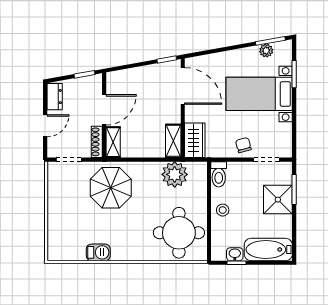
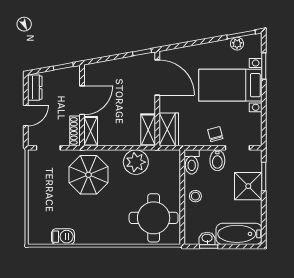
bidet: (246, 173) -> (217, 160), added
plant: (175, 174) -> (136, 162), moved
barbecue: (98, 252) -> (63, 237), moved

